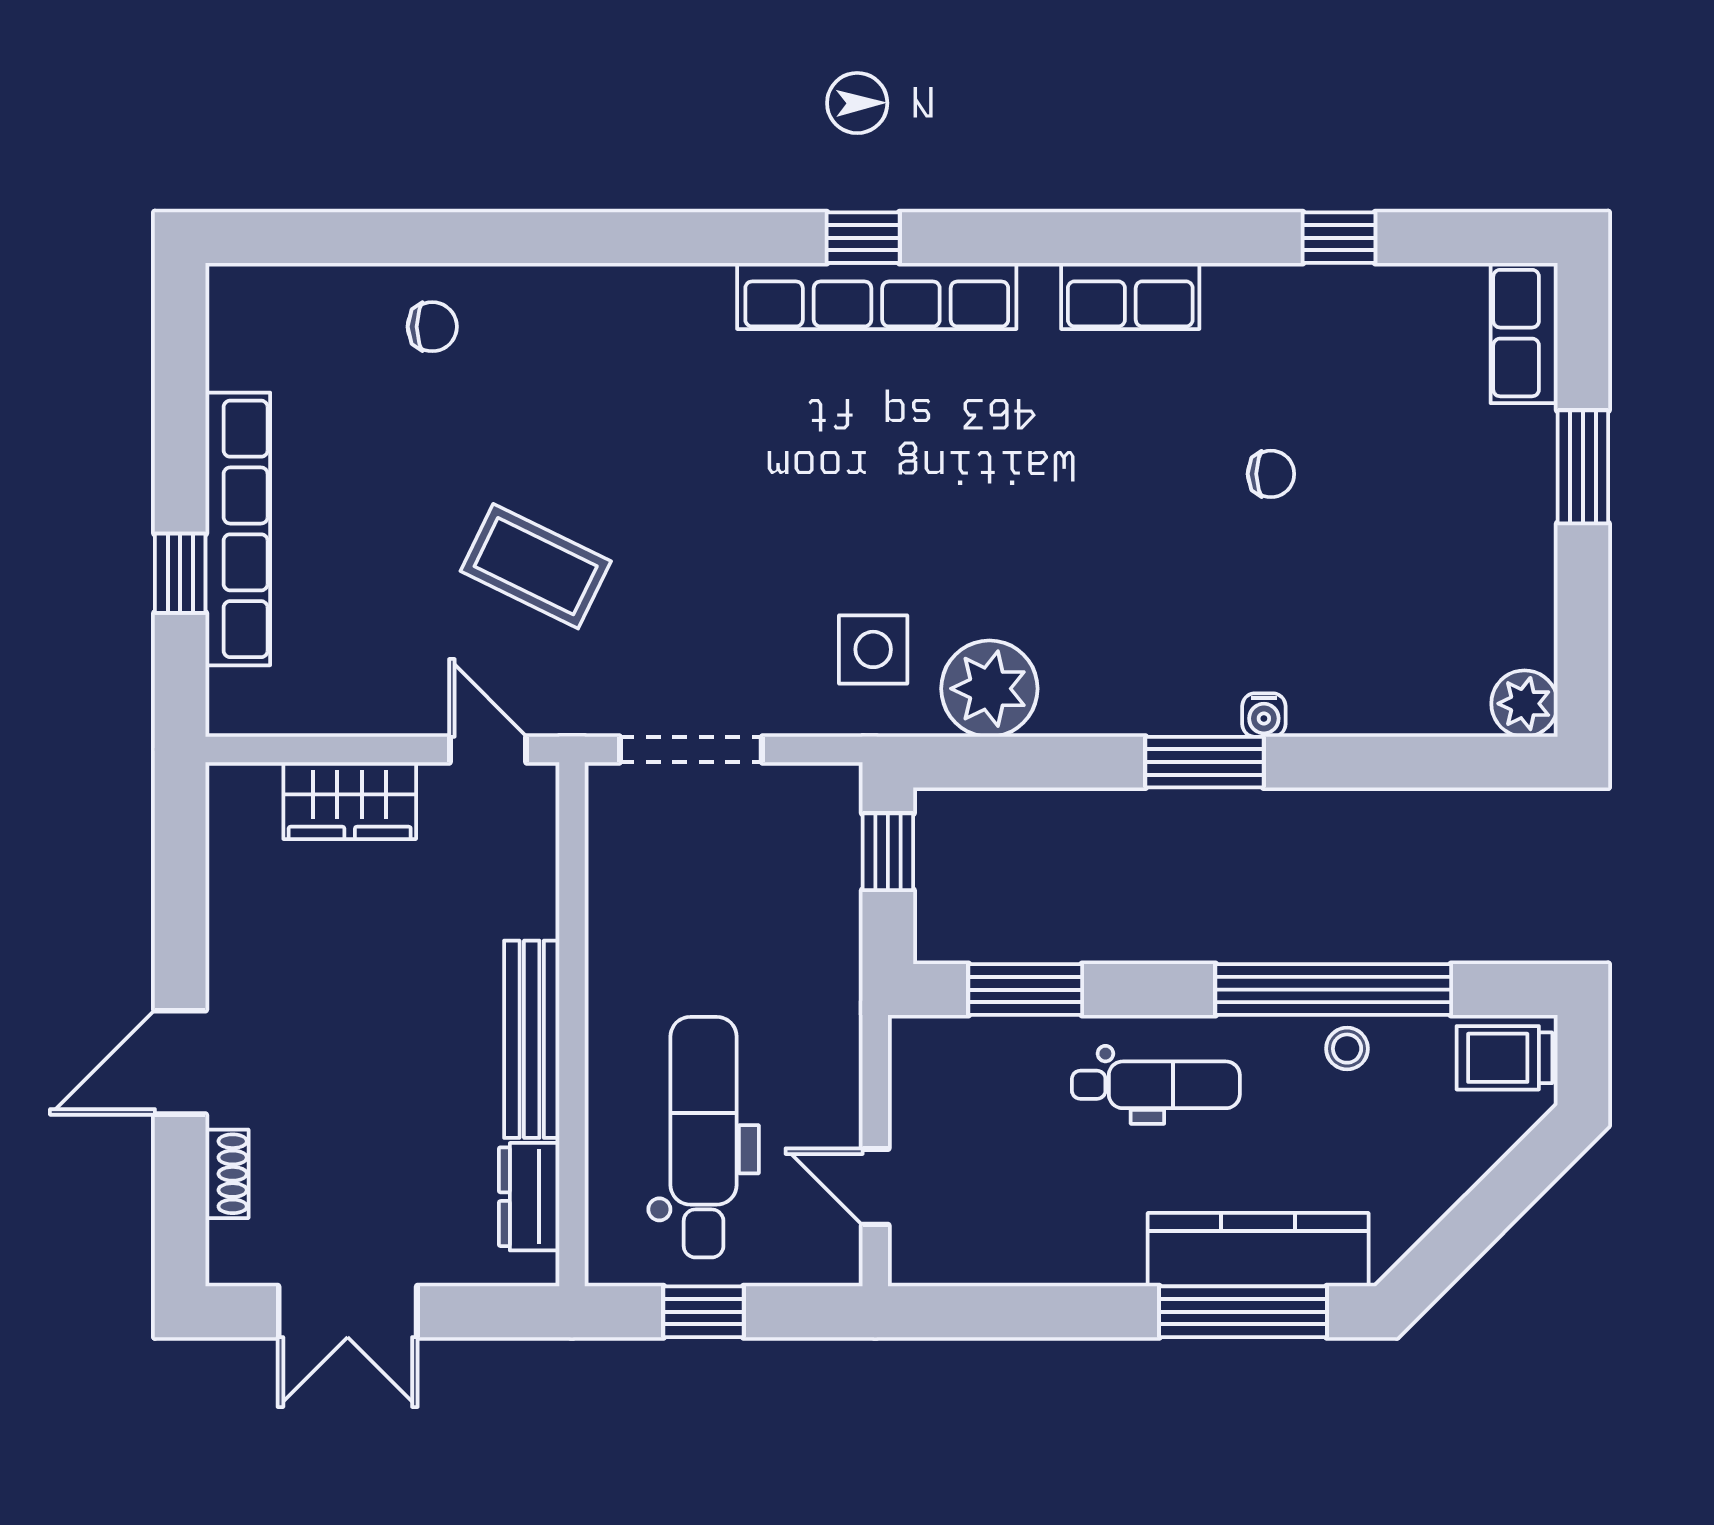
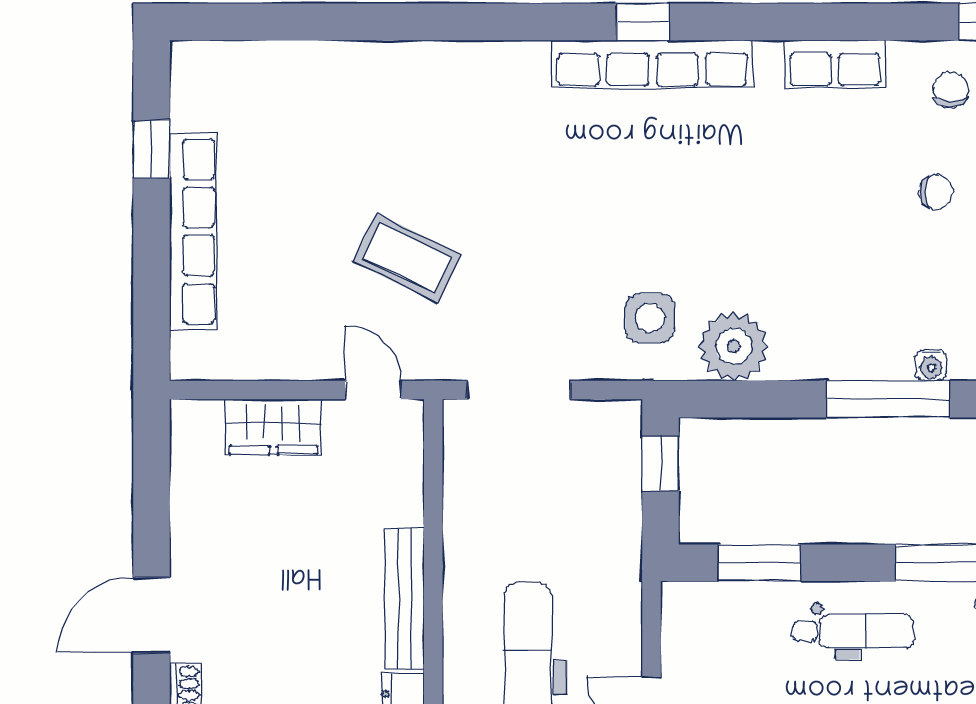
chair: (432, 327) -> (951, 90), moved, turned -90
window: (180, 573) -> (152, 149), moved
window: (1204, 762) -> (888, 399), width x1.44

